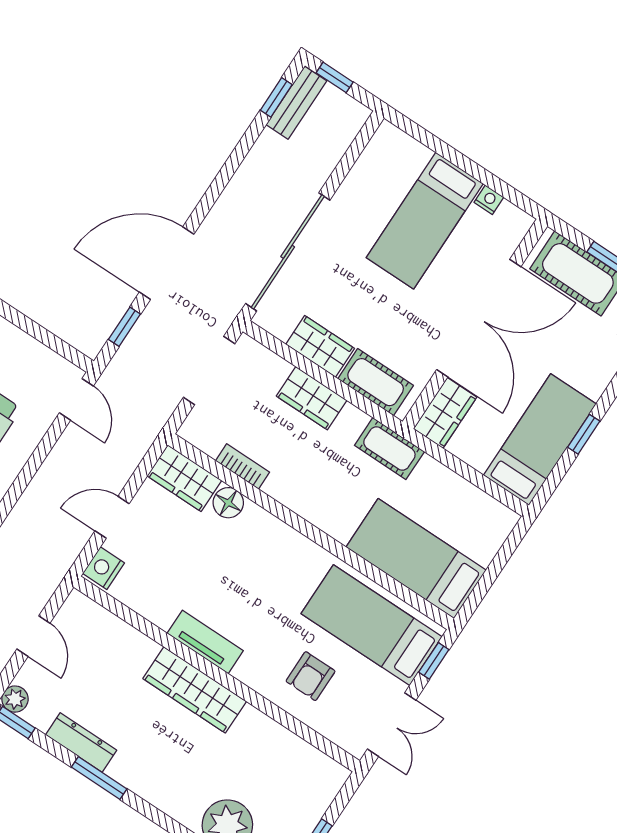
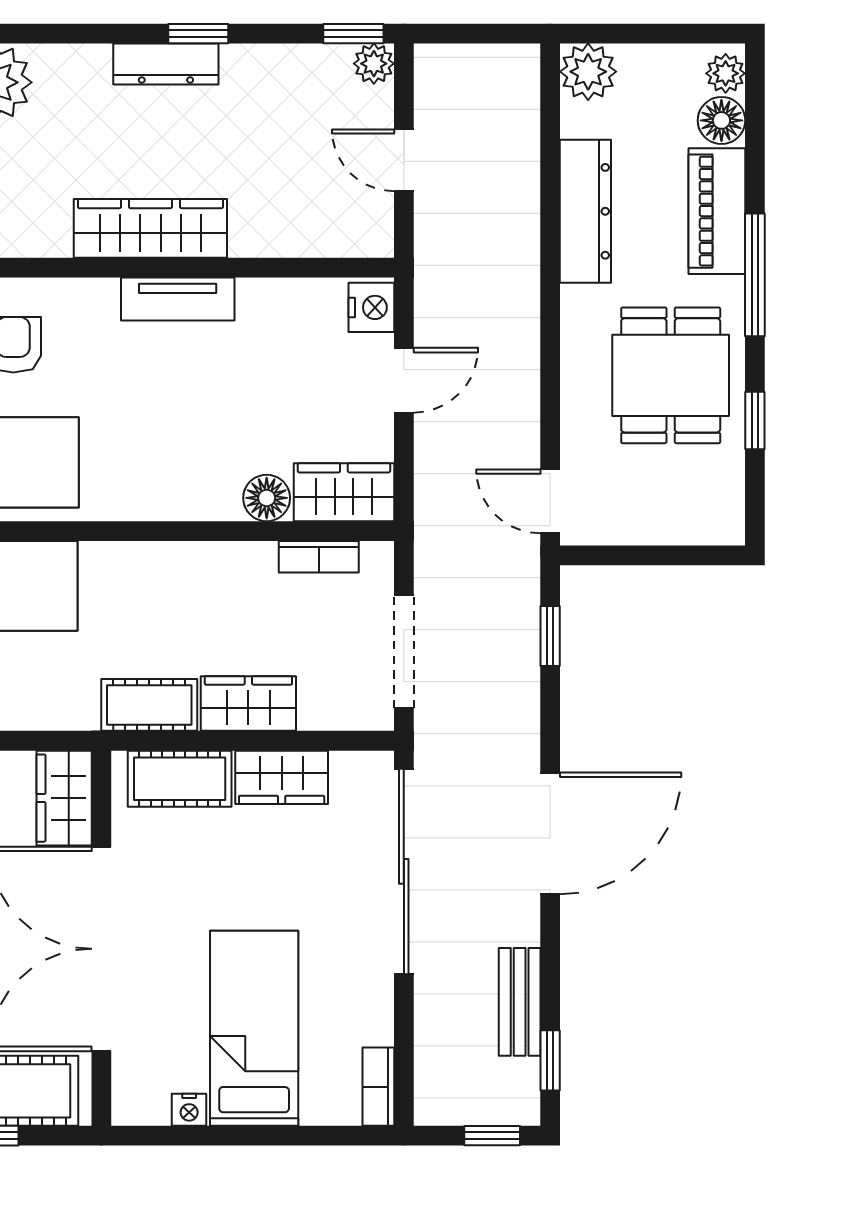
bench: (296, 103) -> (520, 1002), moved
bookcase: (378, 145) -> (378, 1087), added
door: (167, 263) -> (550, 833), moved
cot: (389, 449) -> (149, 705), moved
bookcase: (242, 466) -> (319, 557), moved
dresser: (81, 742) -> (166, 64), moved
window: (99, 778) -> (198, 34), width x0.67

